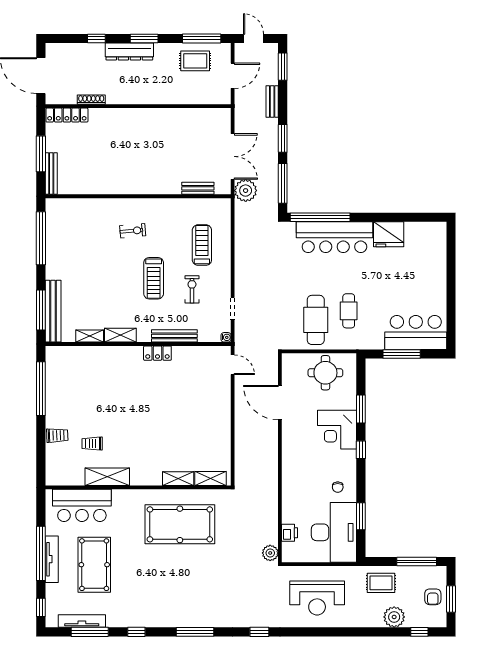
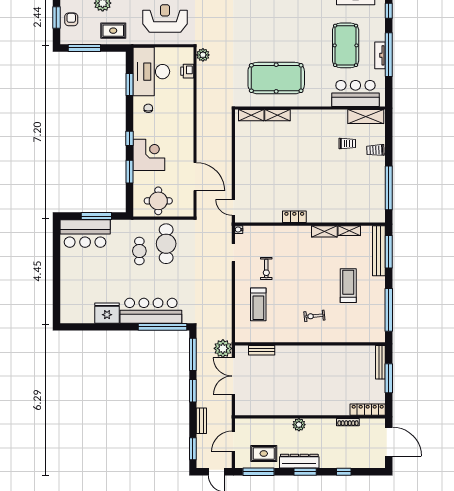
dresser: (129, 51) -> (299, 461), moved
plant: (152, 97) -> (299, 425), added
treadmill: (154, 278) -> (348, 286), moved
bench: (174, 336) -> (281, 231), removed
shelving: (107, 477) -> (366, 117), moved
tv unit: (52, 559) -> (380, 55), width x0.71

